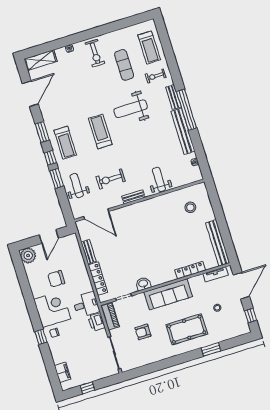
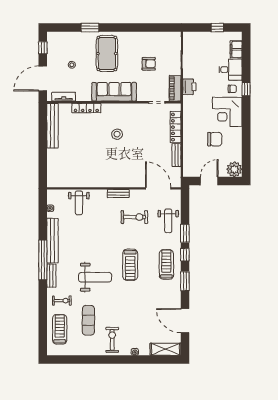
door: (30, 94) -> (185, 321), hinge flipped
weight bench: (159, 179) -> (79, 203), moved
stool: (190, 207) -> (117, 134), moved
washbasin: (143, 284) -> (134, 109), removed
desk: (86, 305) -> (230, 70), moved, turned 180
pool table: (187, 329) -> (107, 53), turned 90

